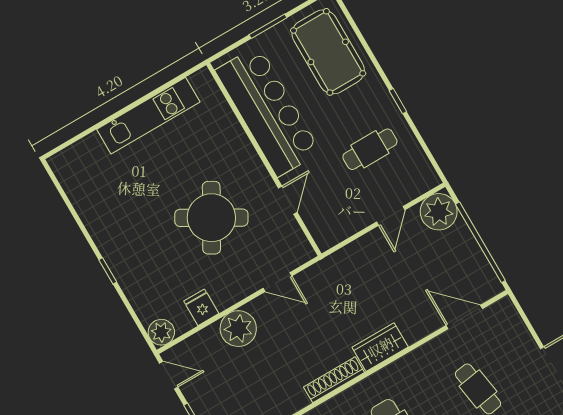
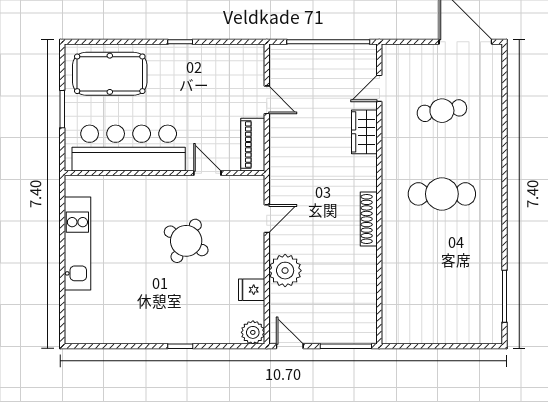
cafe table: (370, 149) -> (205, 86), removed
plant: (439, 212) -> (285, 60), removed
round table: (211, 218) -> (186, 241), width x0.73, depth x0.73
piano: (340, 228) -> (253, 145), added
door: (464, 317) -> (379, 88), width x0.73
wardrobe: (380, 347) -> (364, 132), moved
door: (169, 375) -> (290, 346), hinge flipped

